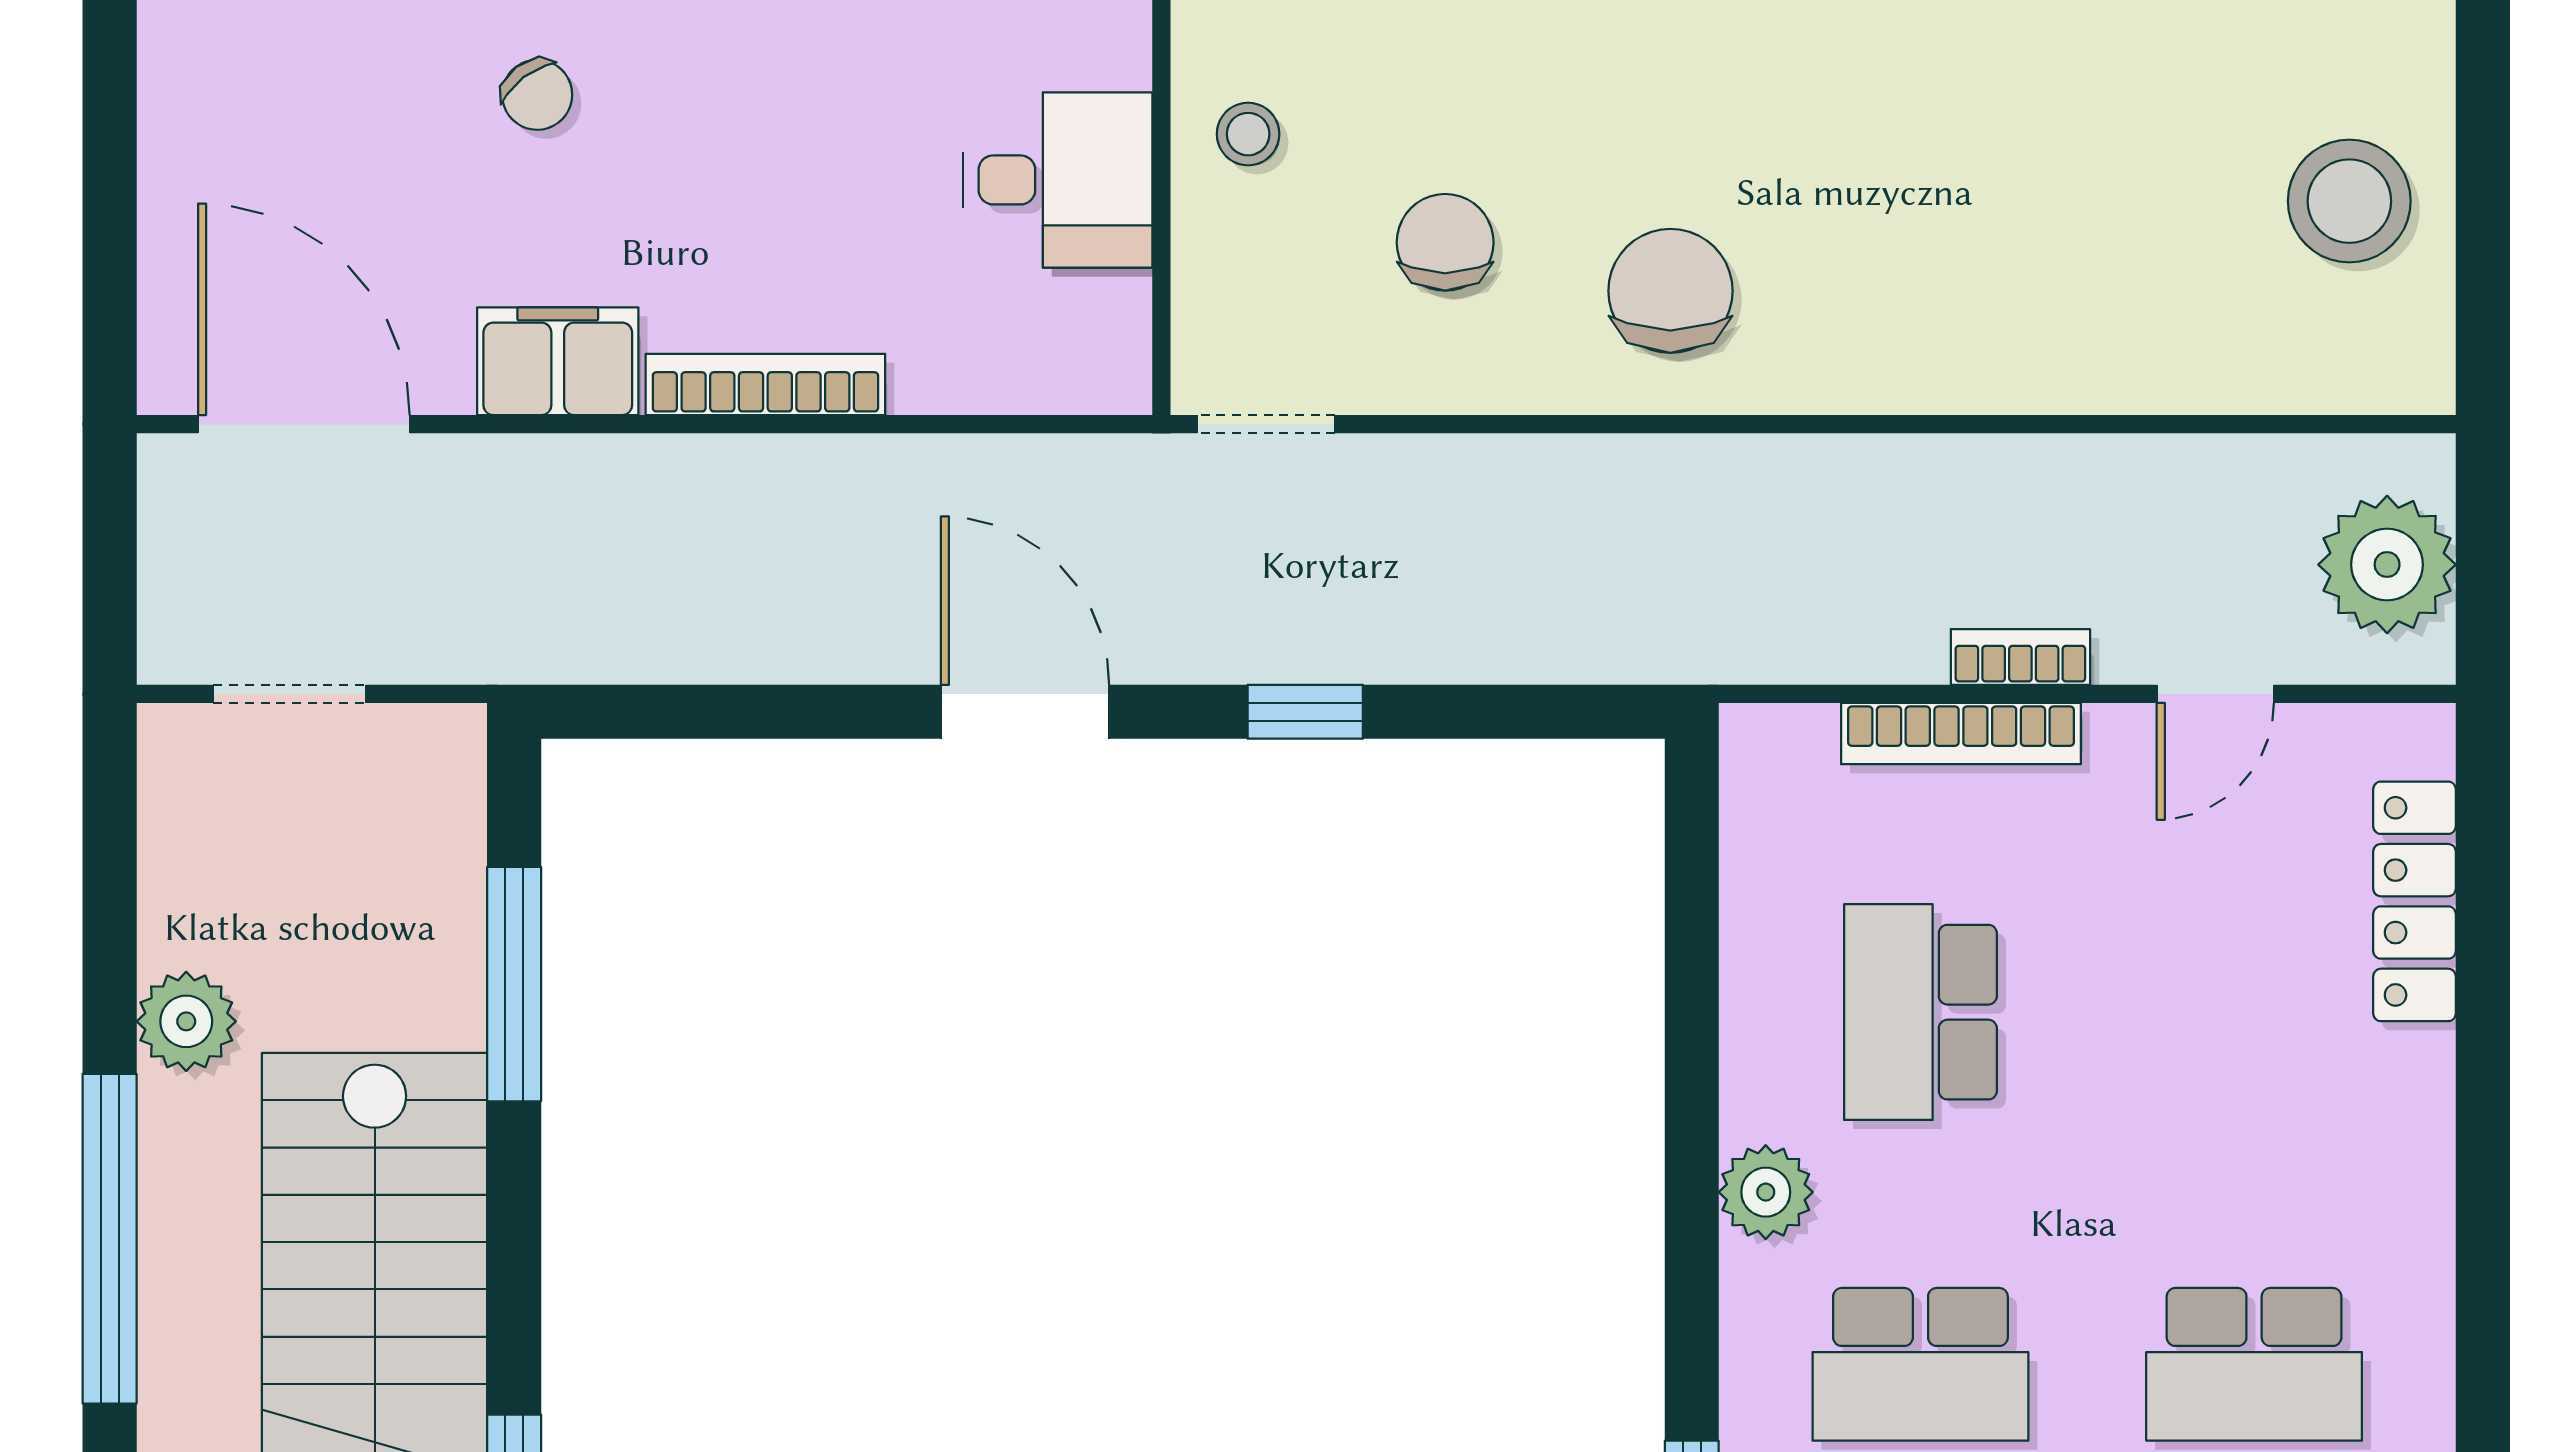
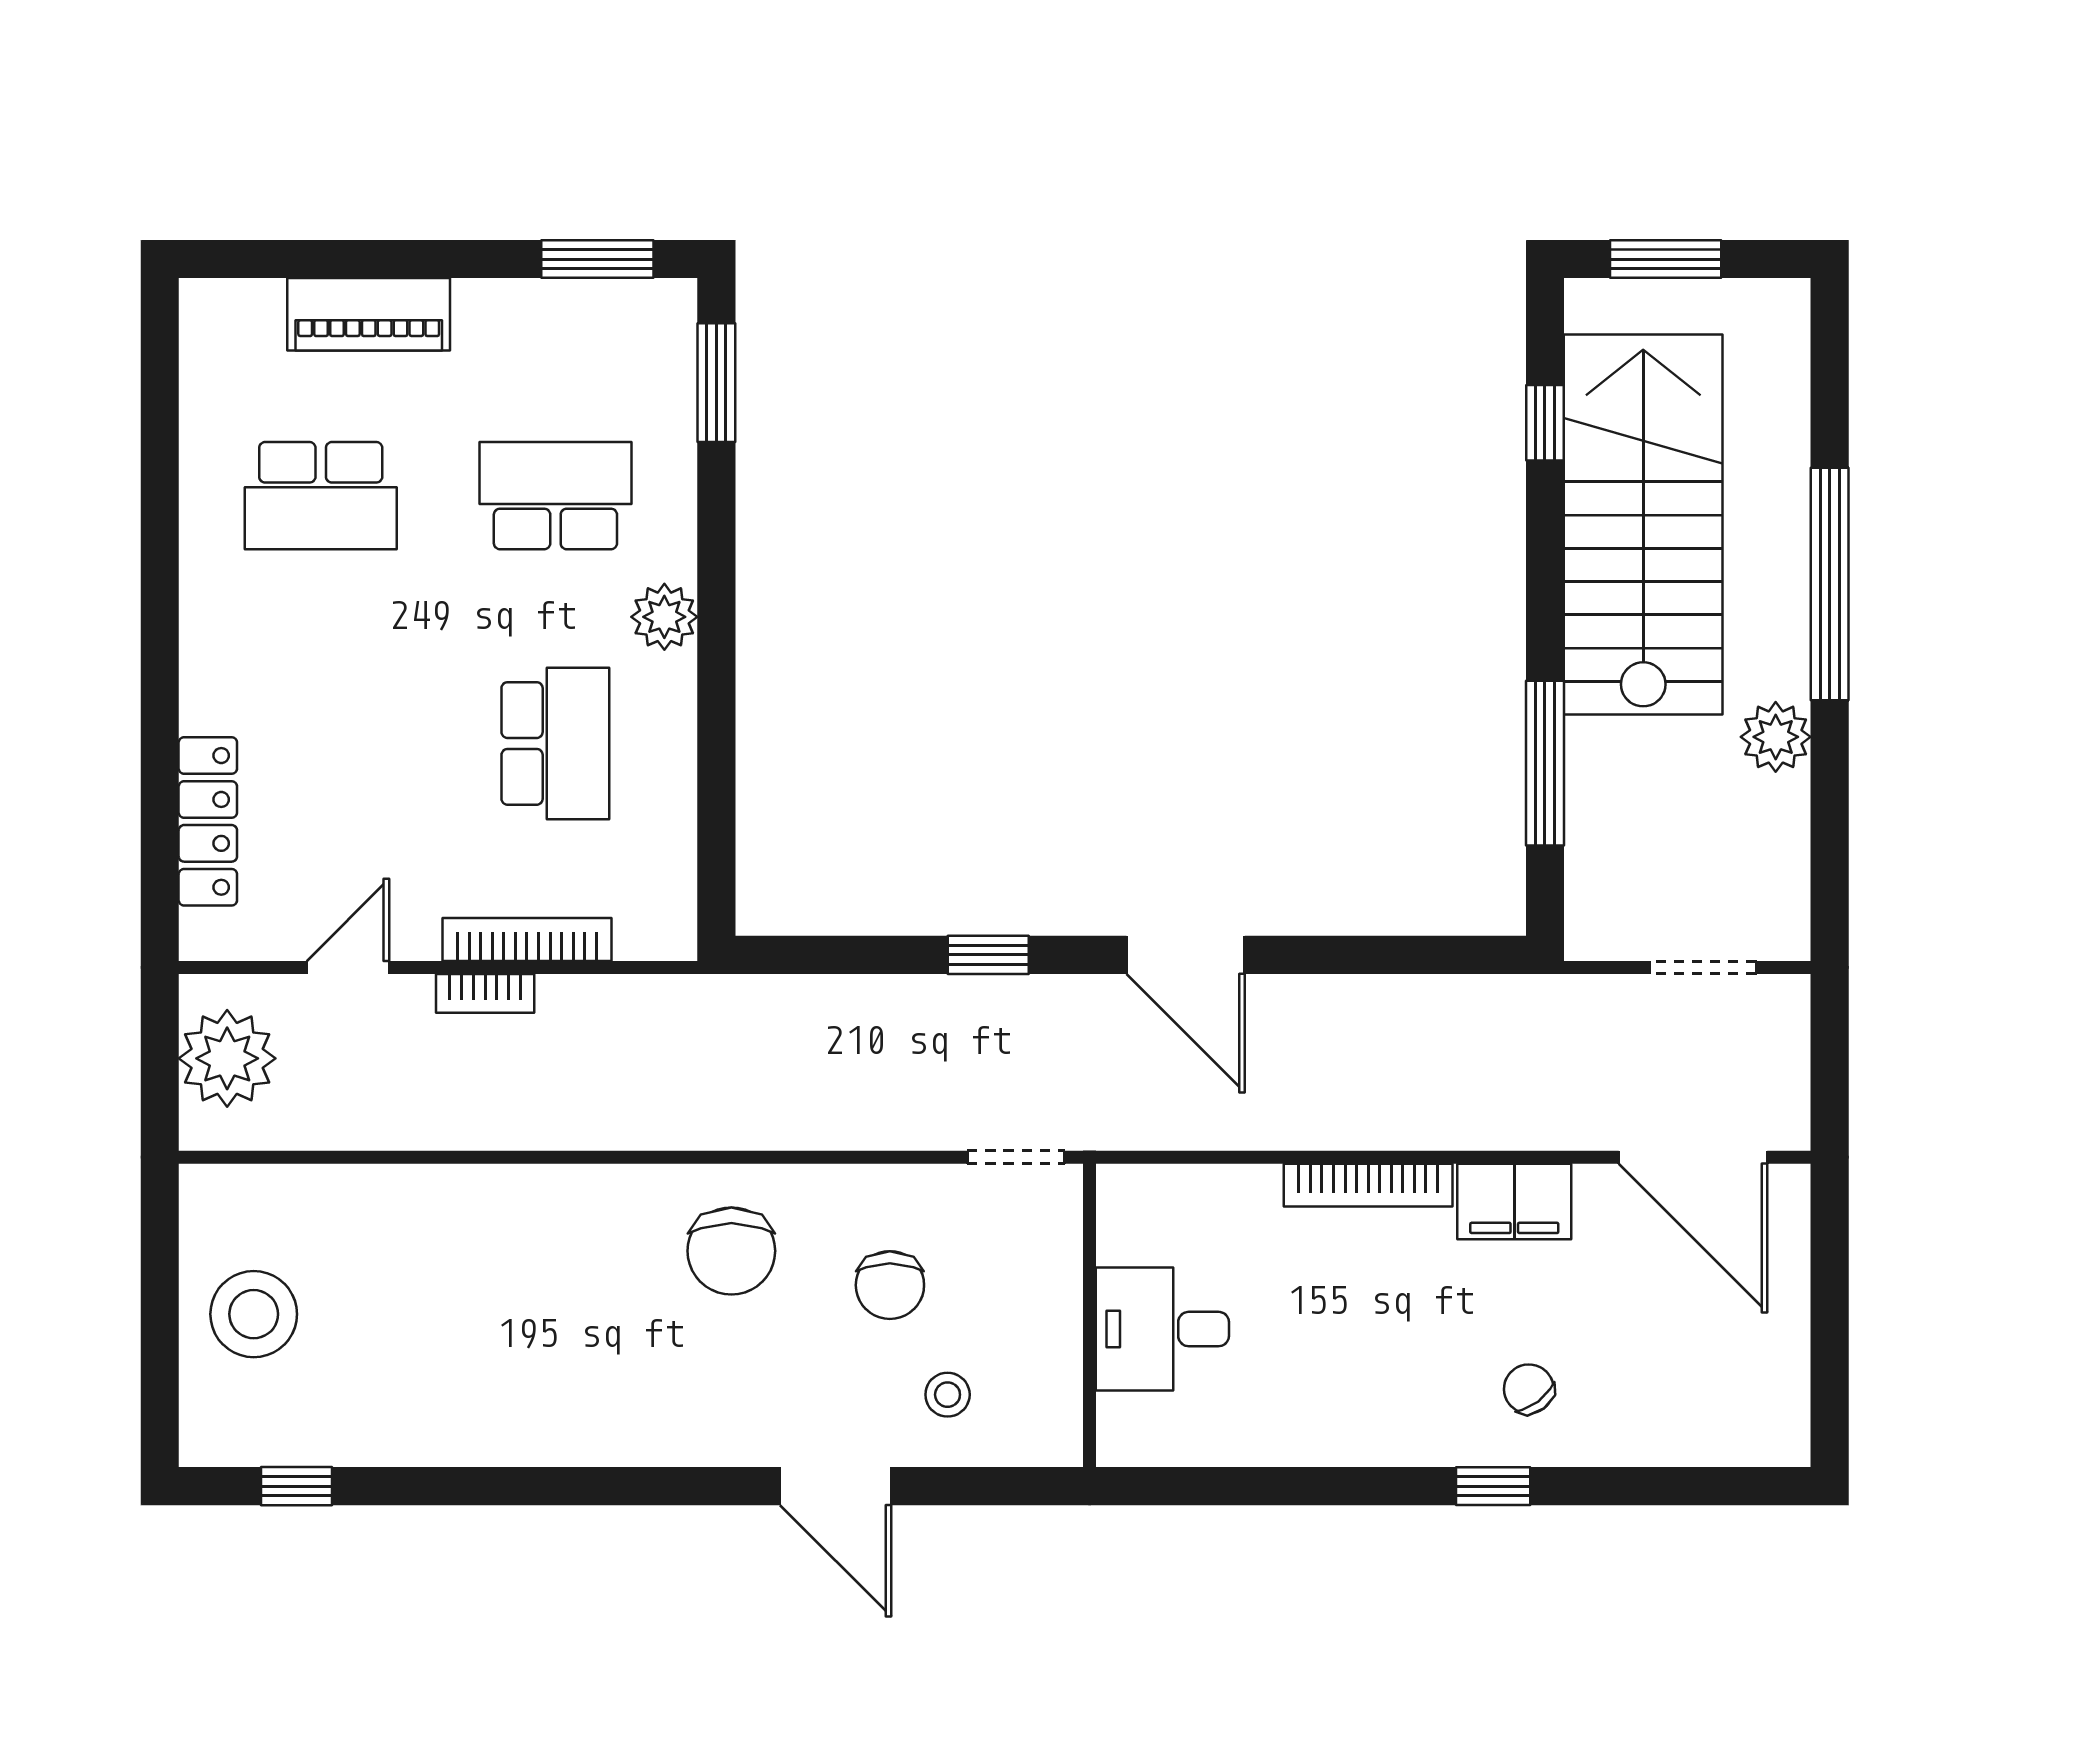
stool: (1248, 134) -> (948, 1395), moved
school desk: (2254, 1364) -> (321, 496), turned 180

